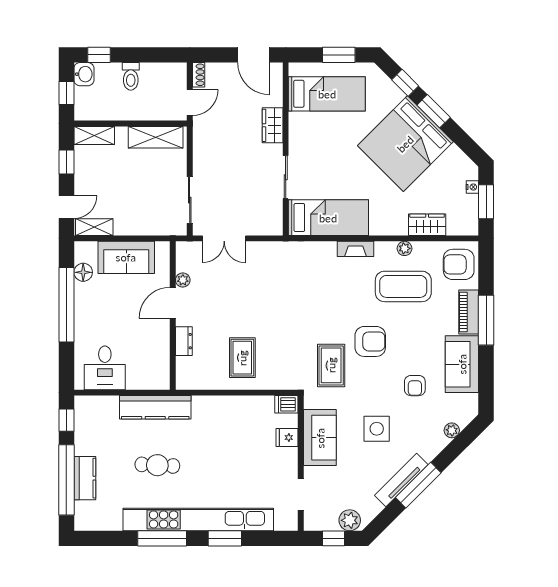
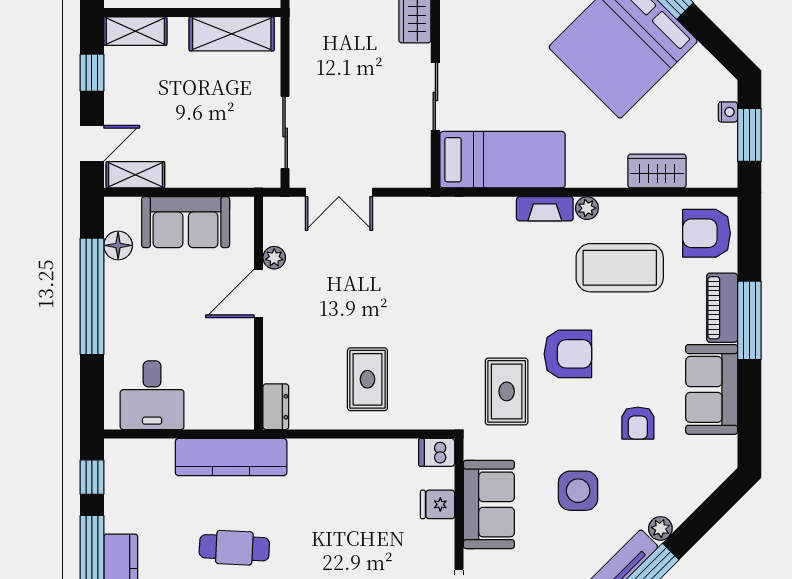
plant: (404, 248) -> (587, 208), moved
dresser: (184, 341) -> (276, 407), moved
plant: (452, 430) -> (660, 528), moved

